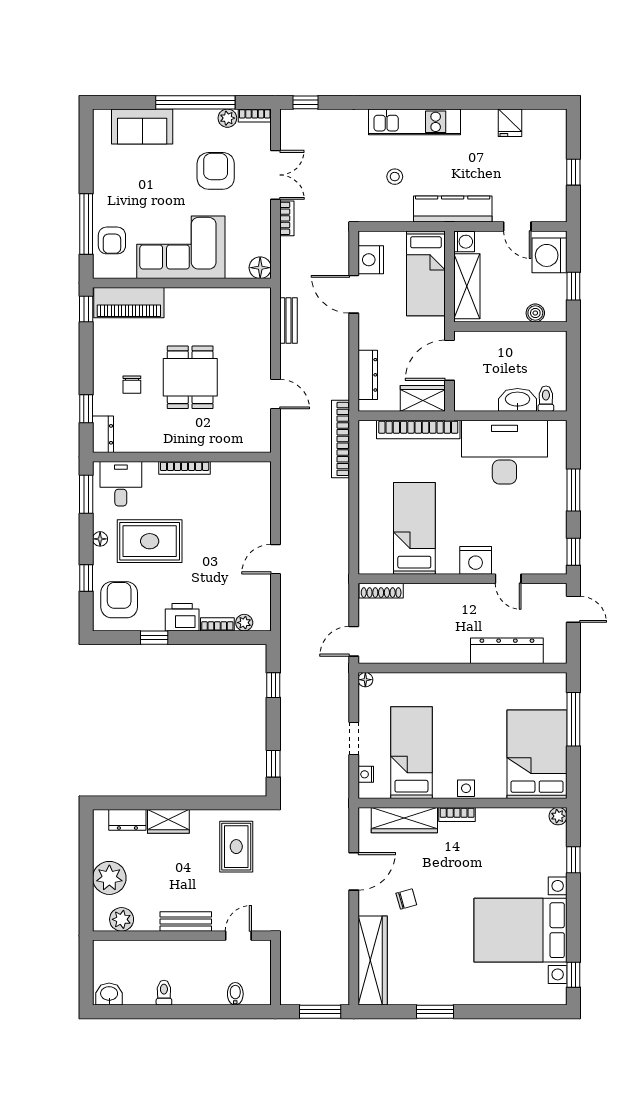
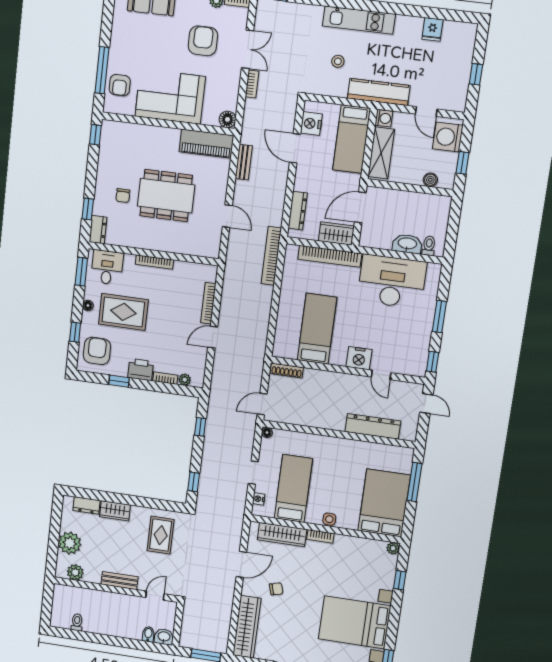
piano: (129, 303) -> (206, 144), moved
dining table: (190, 377) -> (166, 196), width x1.38
bookcase: (264, 514) -> (208, 303), added
toilet: (164, 993) -> (77, 622), moved
washbasin: (109, 994) -> (164, 637), moved

